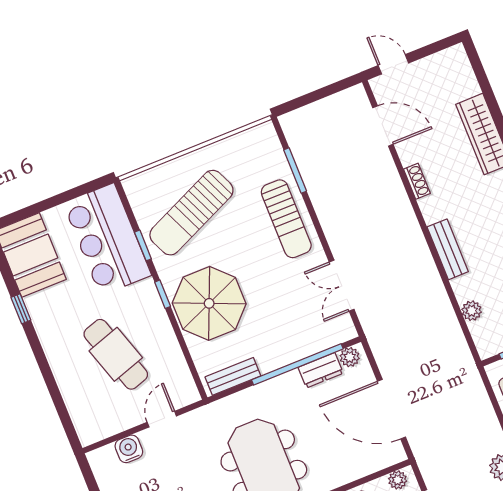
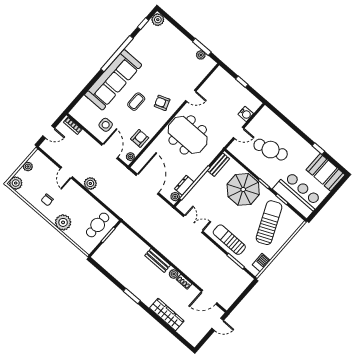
barbecue: (246, 142) -> (261, 263), added
plant: (472, 311) -> (174, 274), moved
door: (392, 409) -> (147, 184), hinge flipped
door: (162, 419) -> (239, 133), hinge flipped

